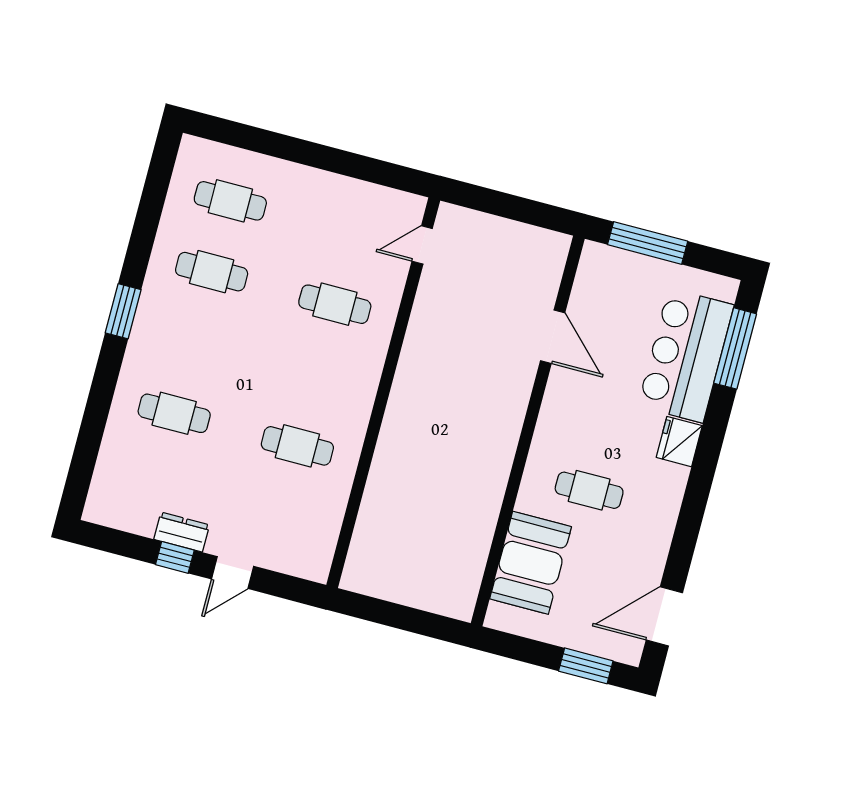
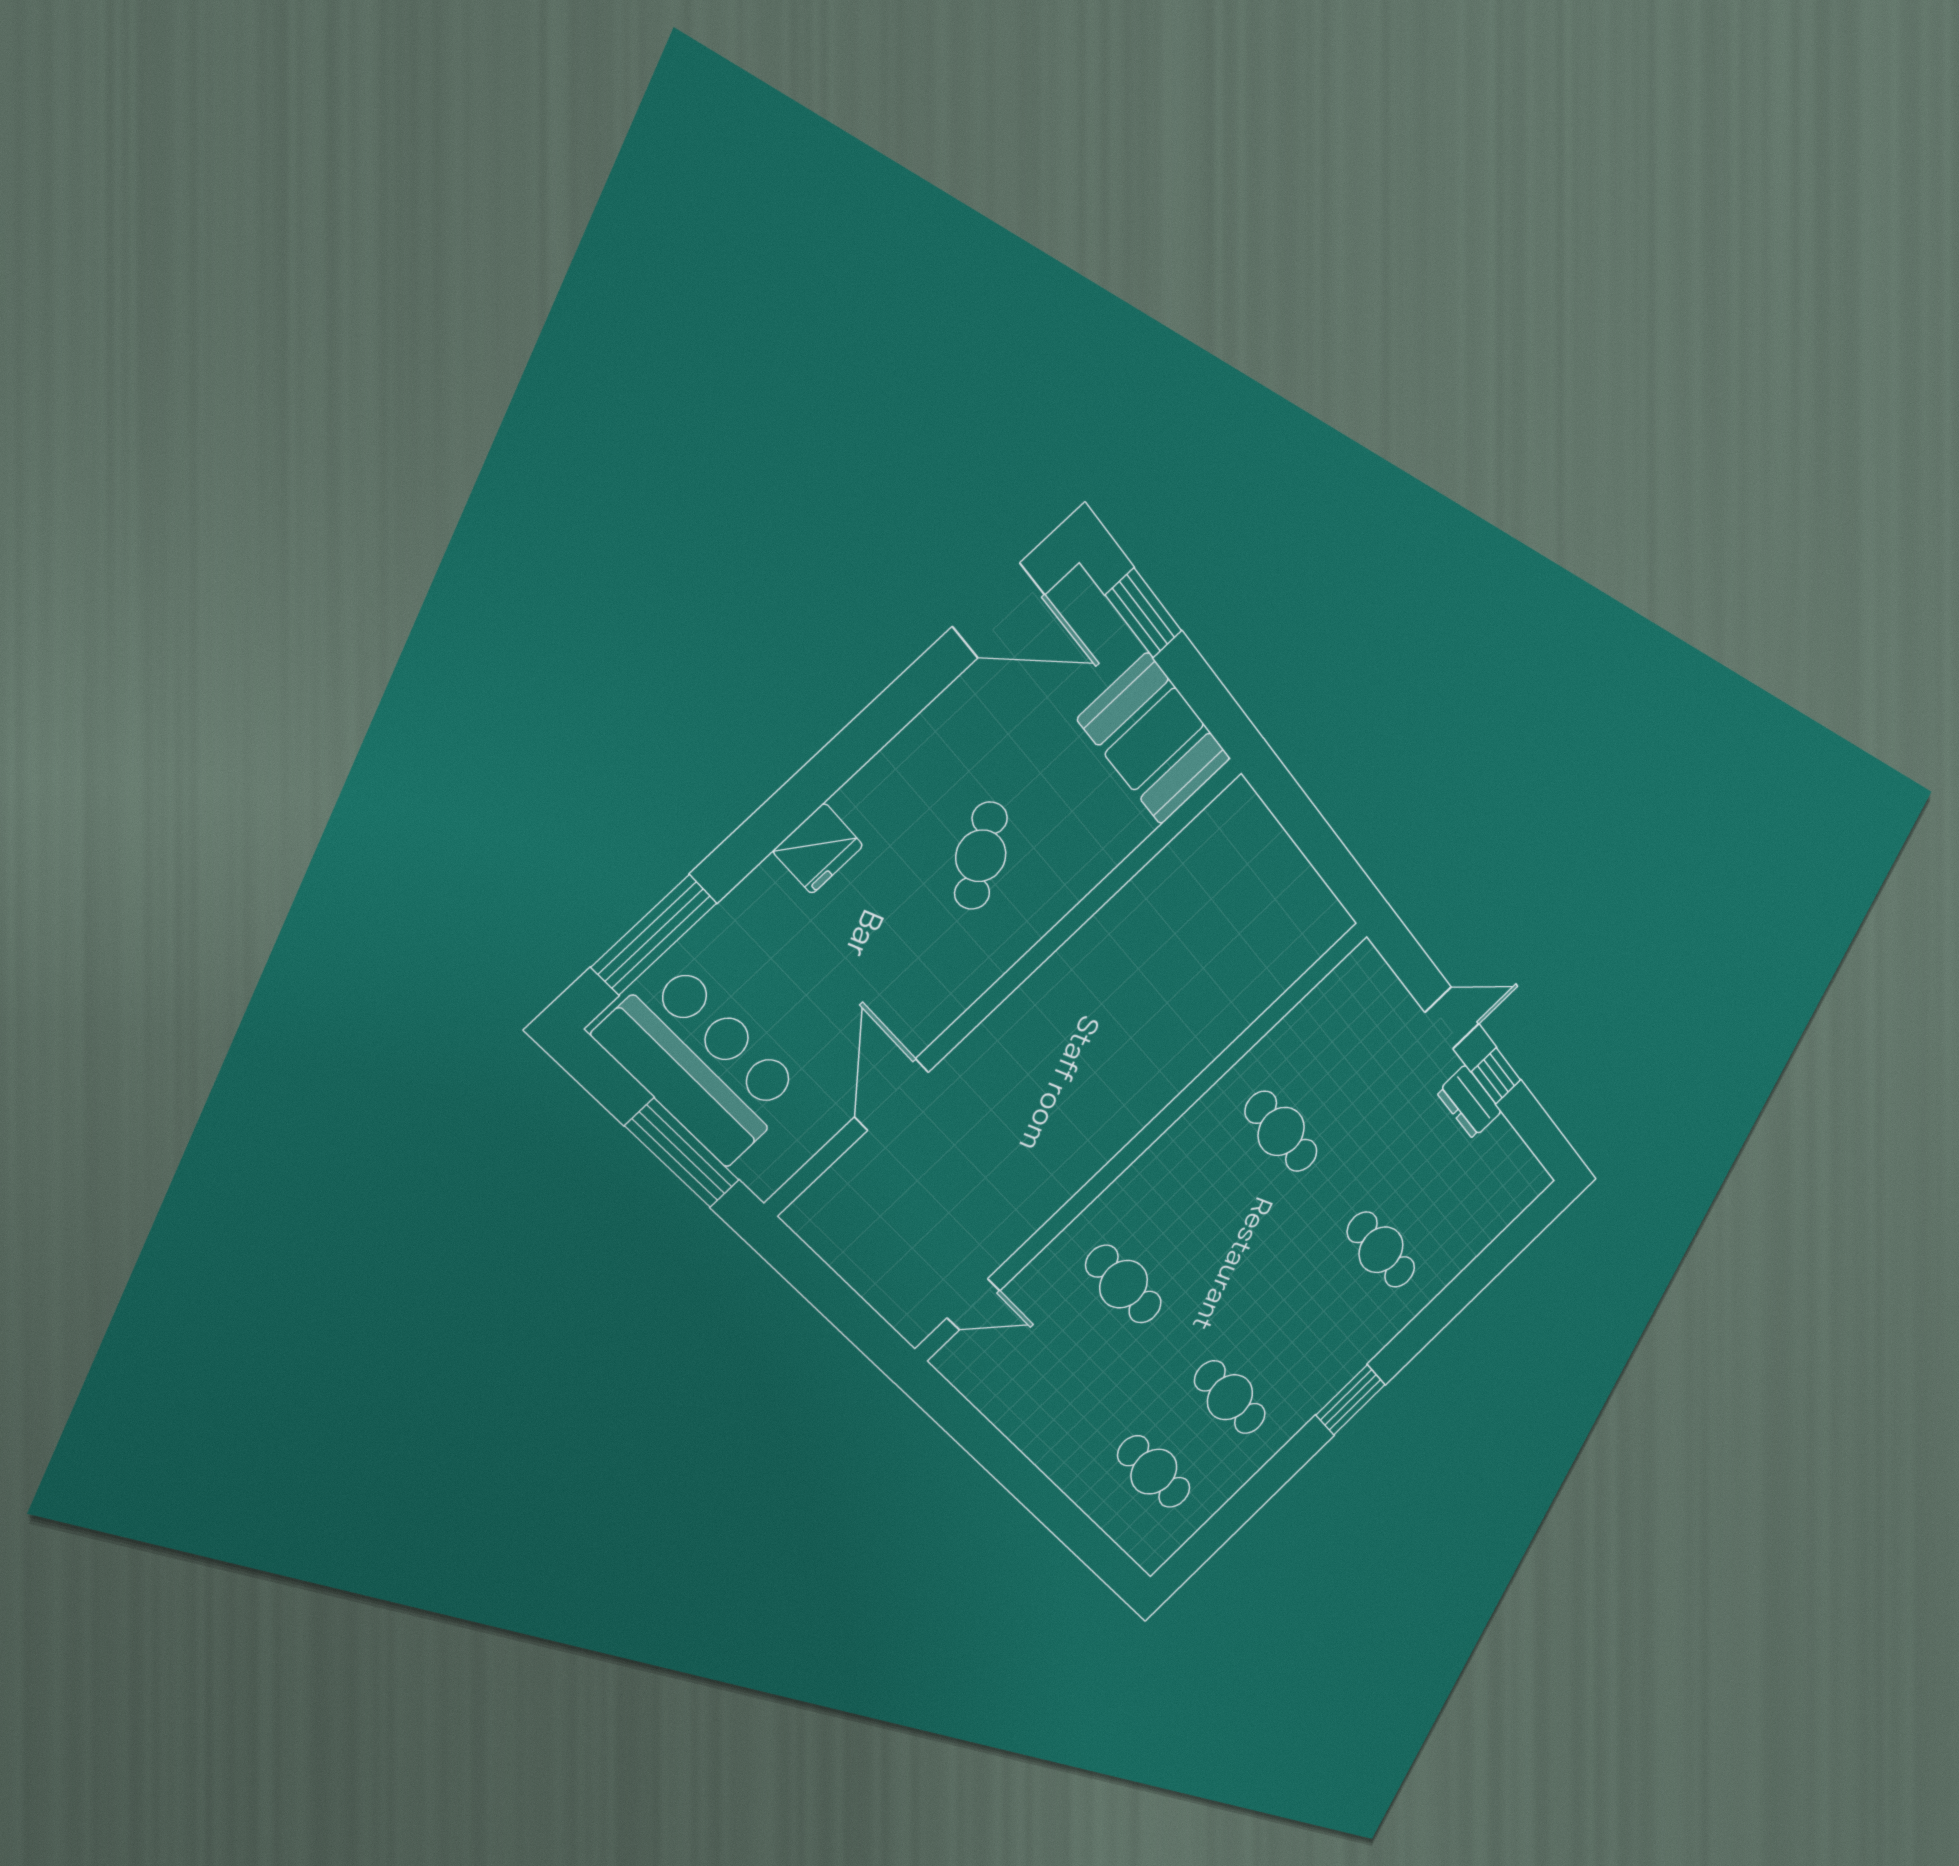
bar counter: (686, 355) -> (701, 1063), moved, turned -90
cafe table: (589, 490) -> (981, 856), turned 54
booth: (531, 563) -> (1154, 739), moved, turned 90

